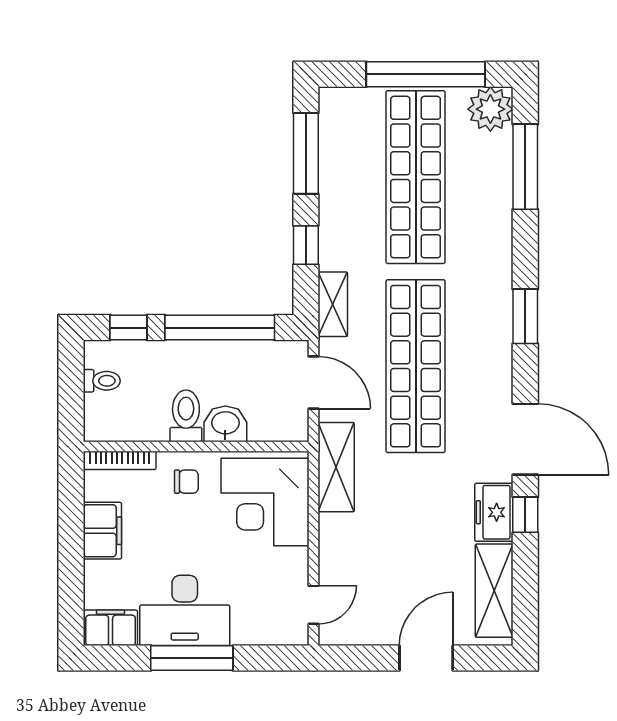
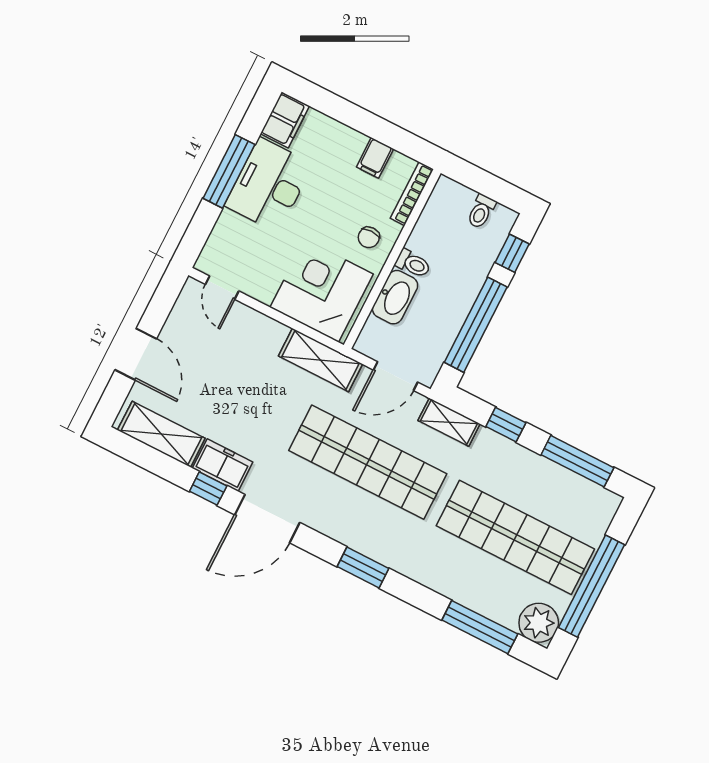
toilet: (186, 416) -> (413, 264), width x0.73, depth x0.72
washbasin: (225, 424) -> (395, 297), width x1.38
filing cabinet: (102, 531) -> (375, 158), width x0.50

